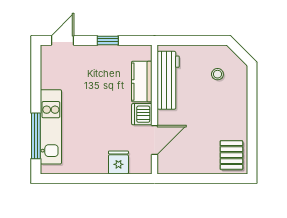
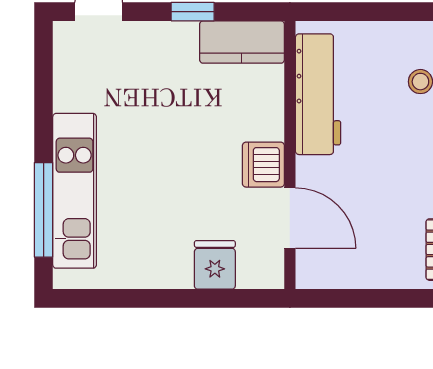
kitchen counter: (142, 82) -> (242, 42), moved, turned -90
door: (155, 140) -> (290, 218), hinge flipped

